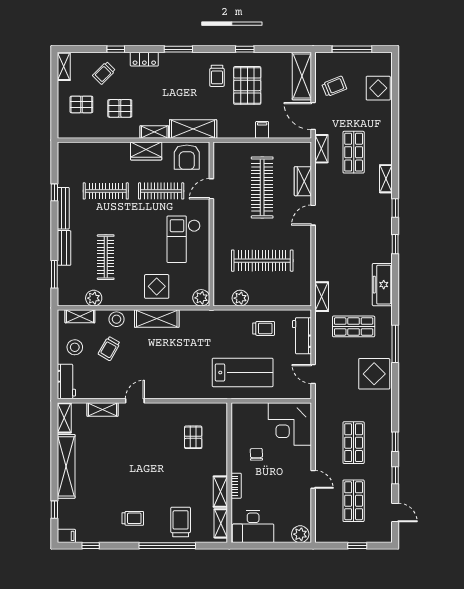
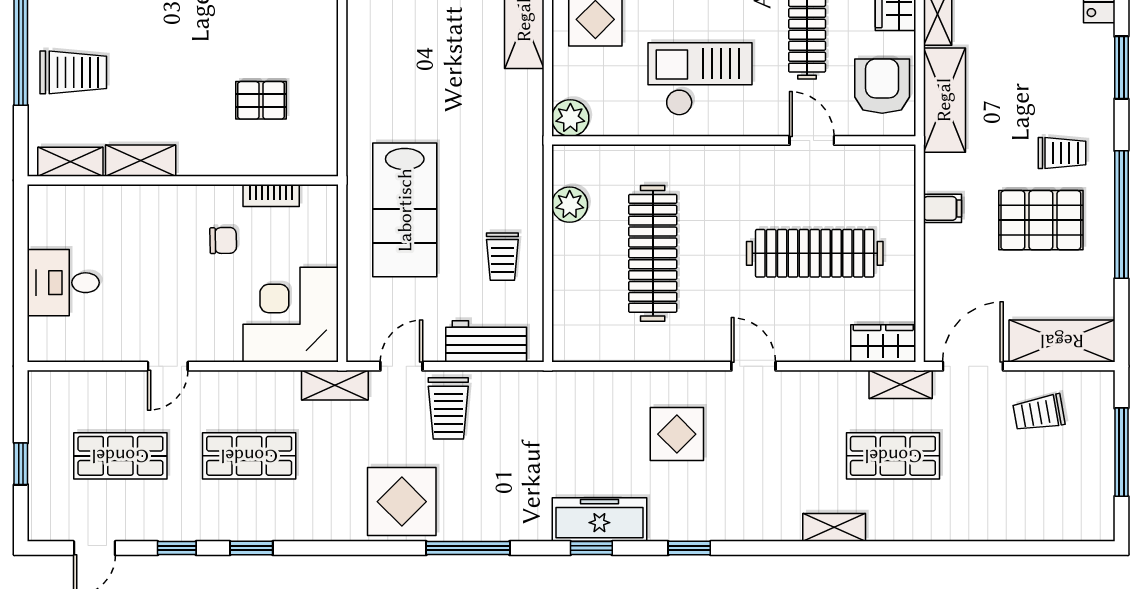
window: (245, 49) -> (1121, 215), width x3.17
trolley: (217, 76) -> (1062, 153), turned 180
trolley: (334, 86) -> (1039, 413), turned 102
display table: (378, 88) -> (677, 434), moved
filing cabinet: (262, 130) -> (943, 208), moved
armchair: (187, 157) -> (882, 86), turned 90
wardrobe: (303, 181) -> (883, 343), moved
window: (395, 208) -> (591, 548), moved
shelving: (322, 297) -> (335, 385), moved
shop shelf: (354, 326) -> (507, 456), removed
trolley: (332, 353) -> (448, 408), added
bookcase: (236, 486) -> (271, 195), moved
desk: (253, 527) -> (63, 283), moved, width x0.73
plant: (300, 534) -> (46, 338), removed

